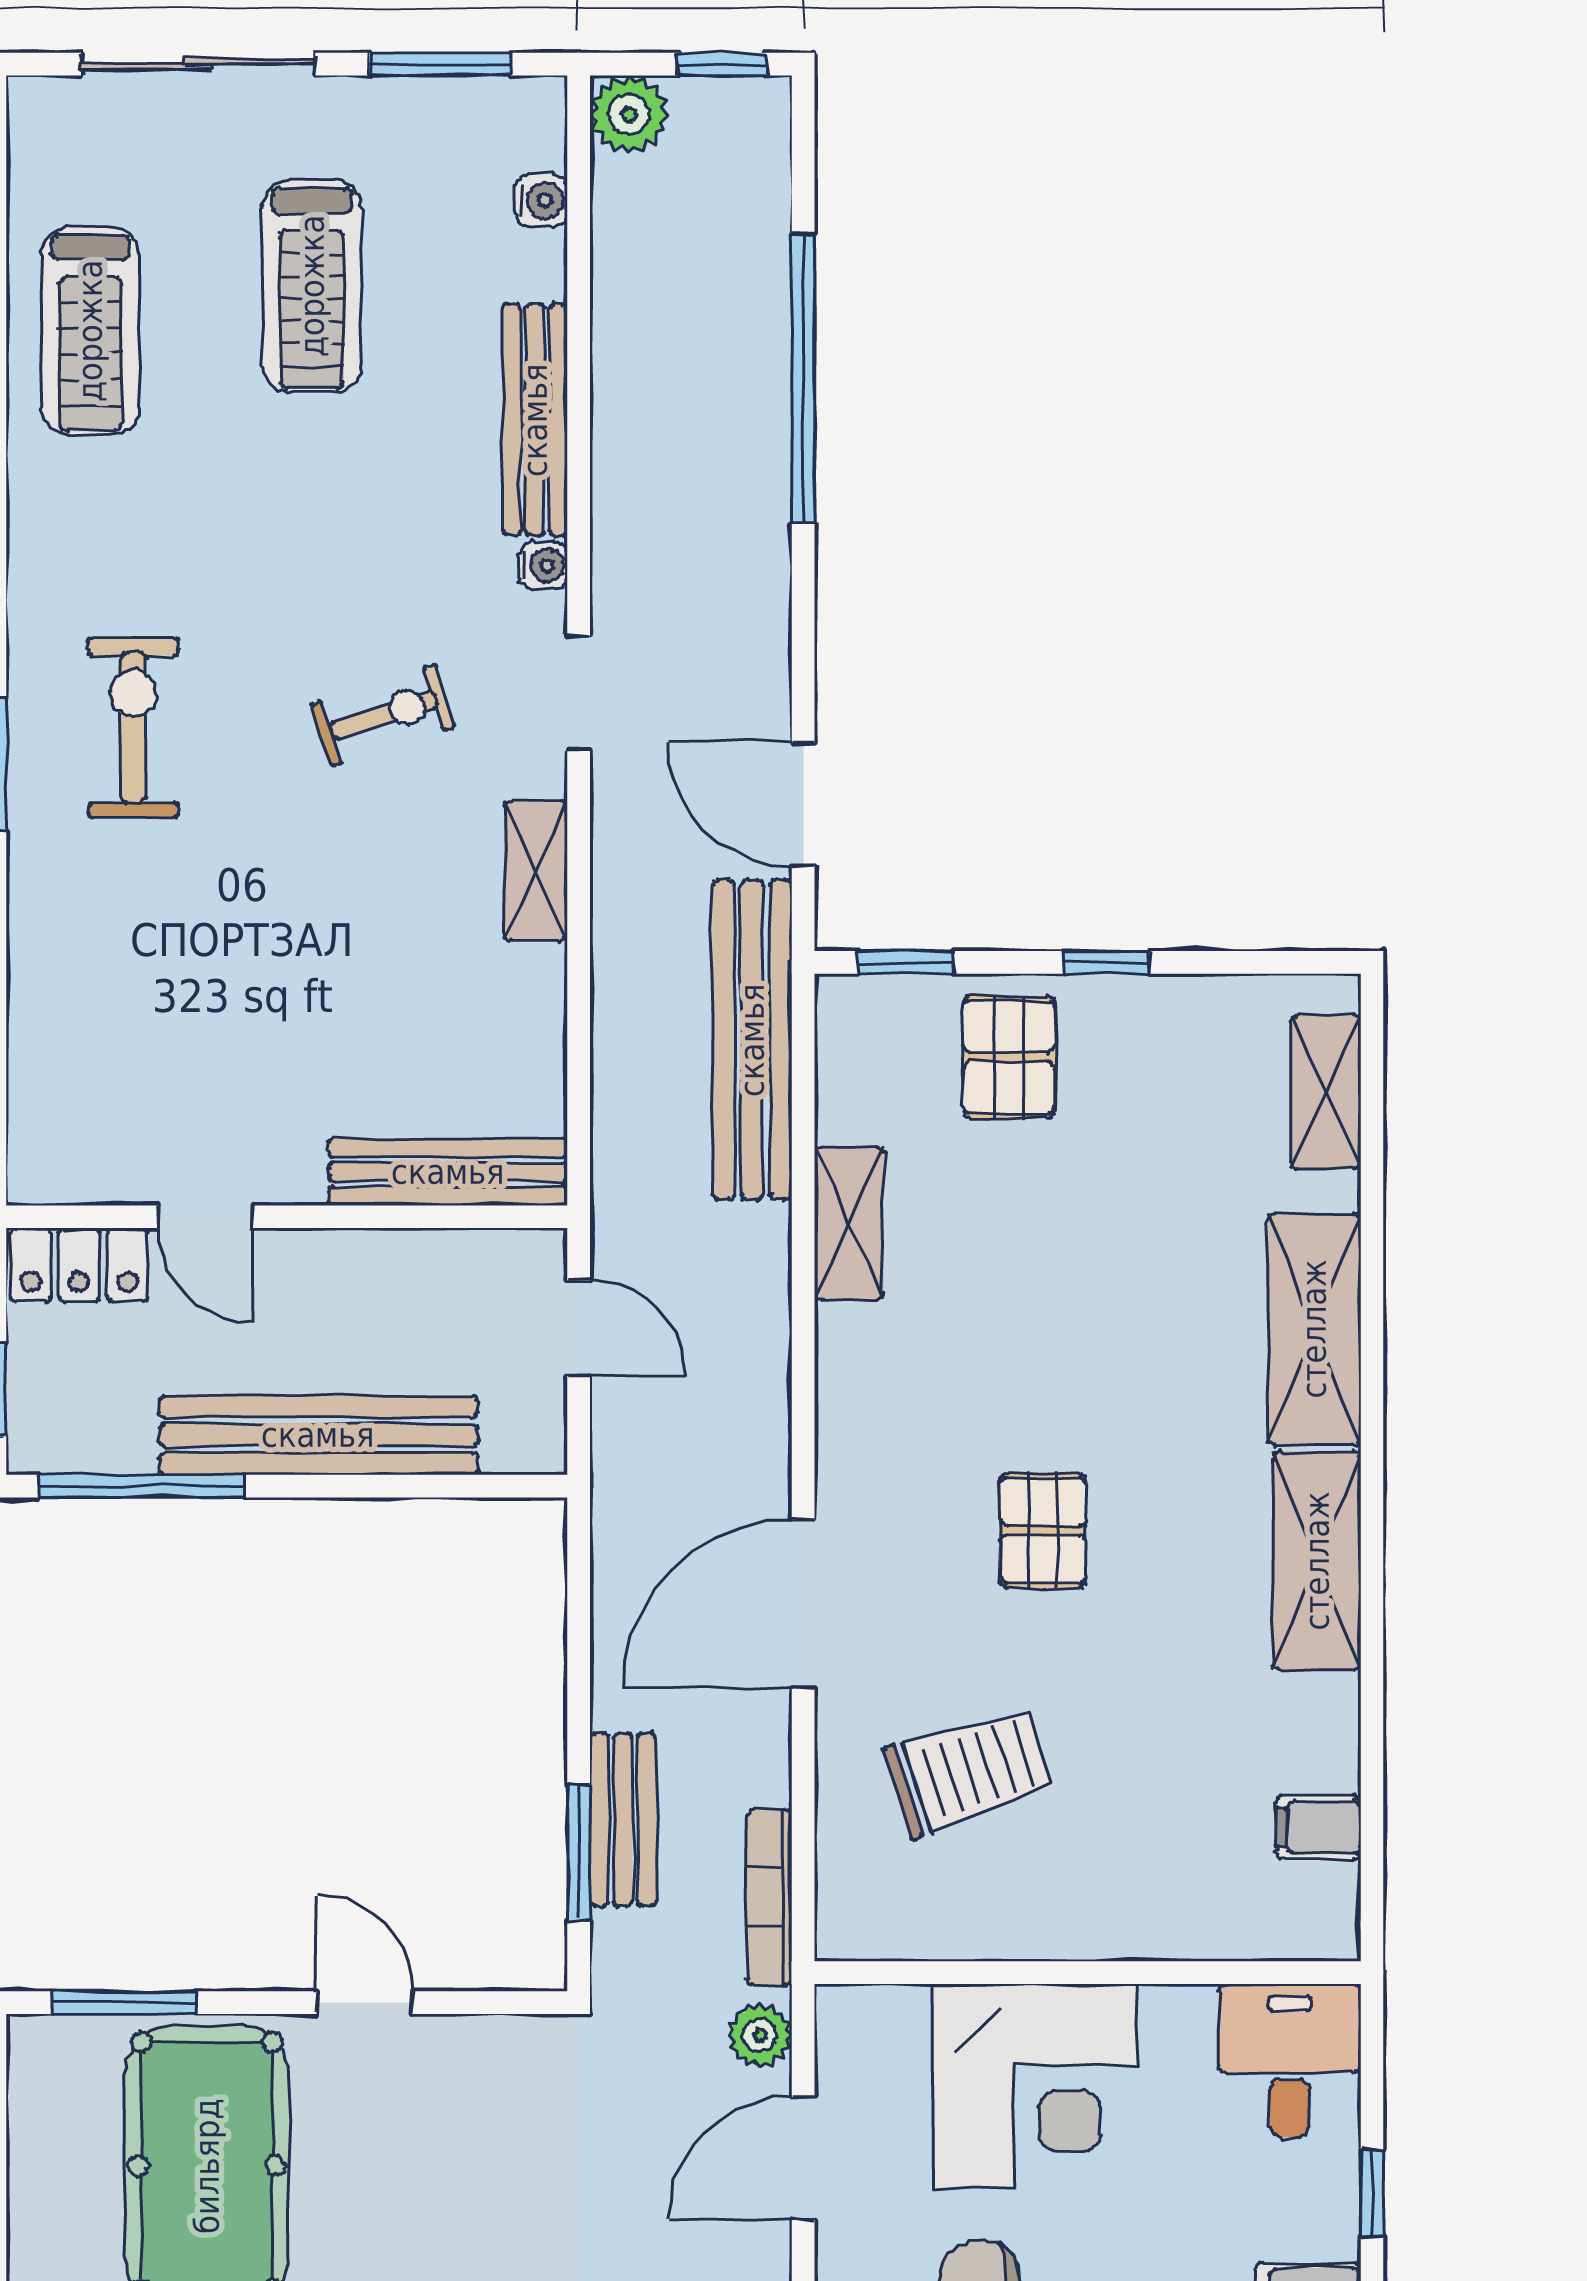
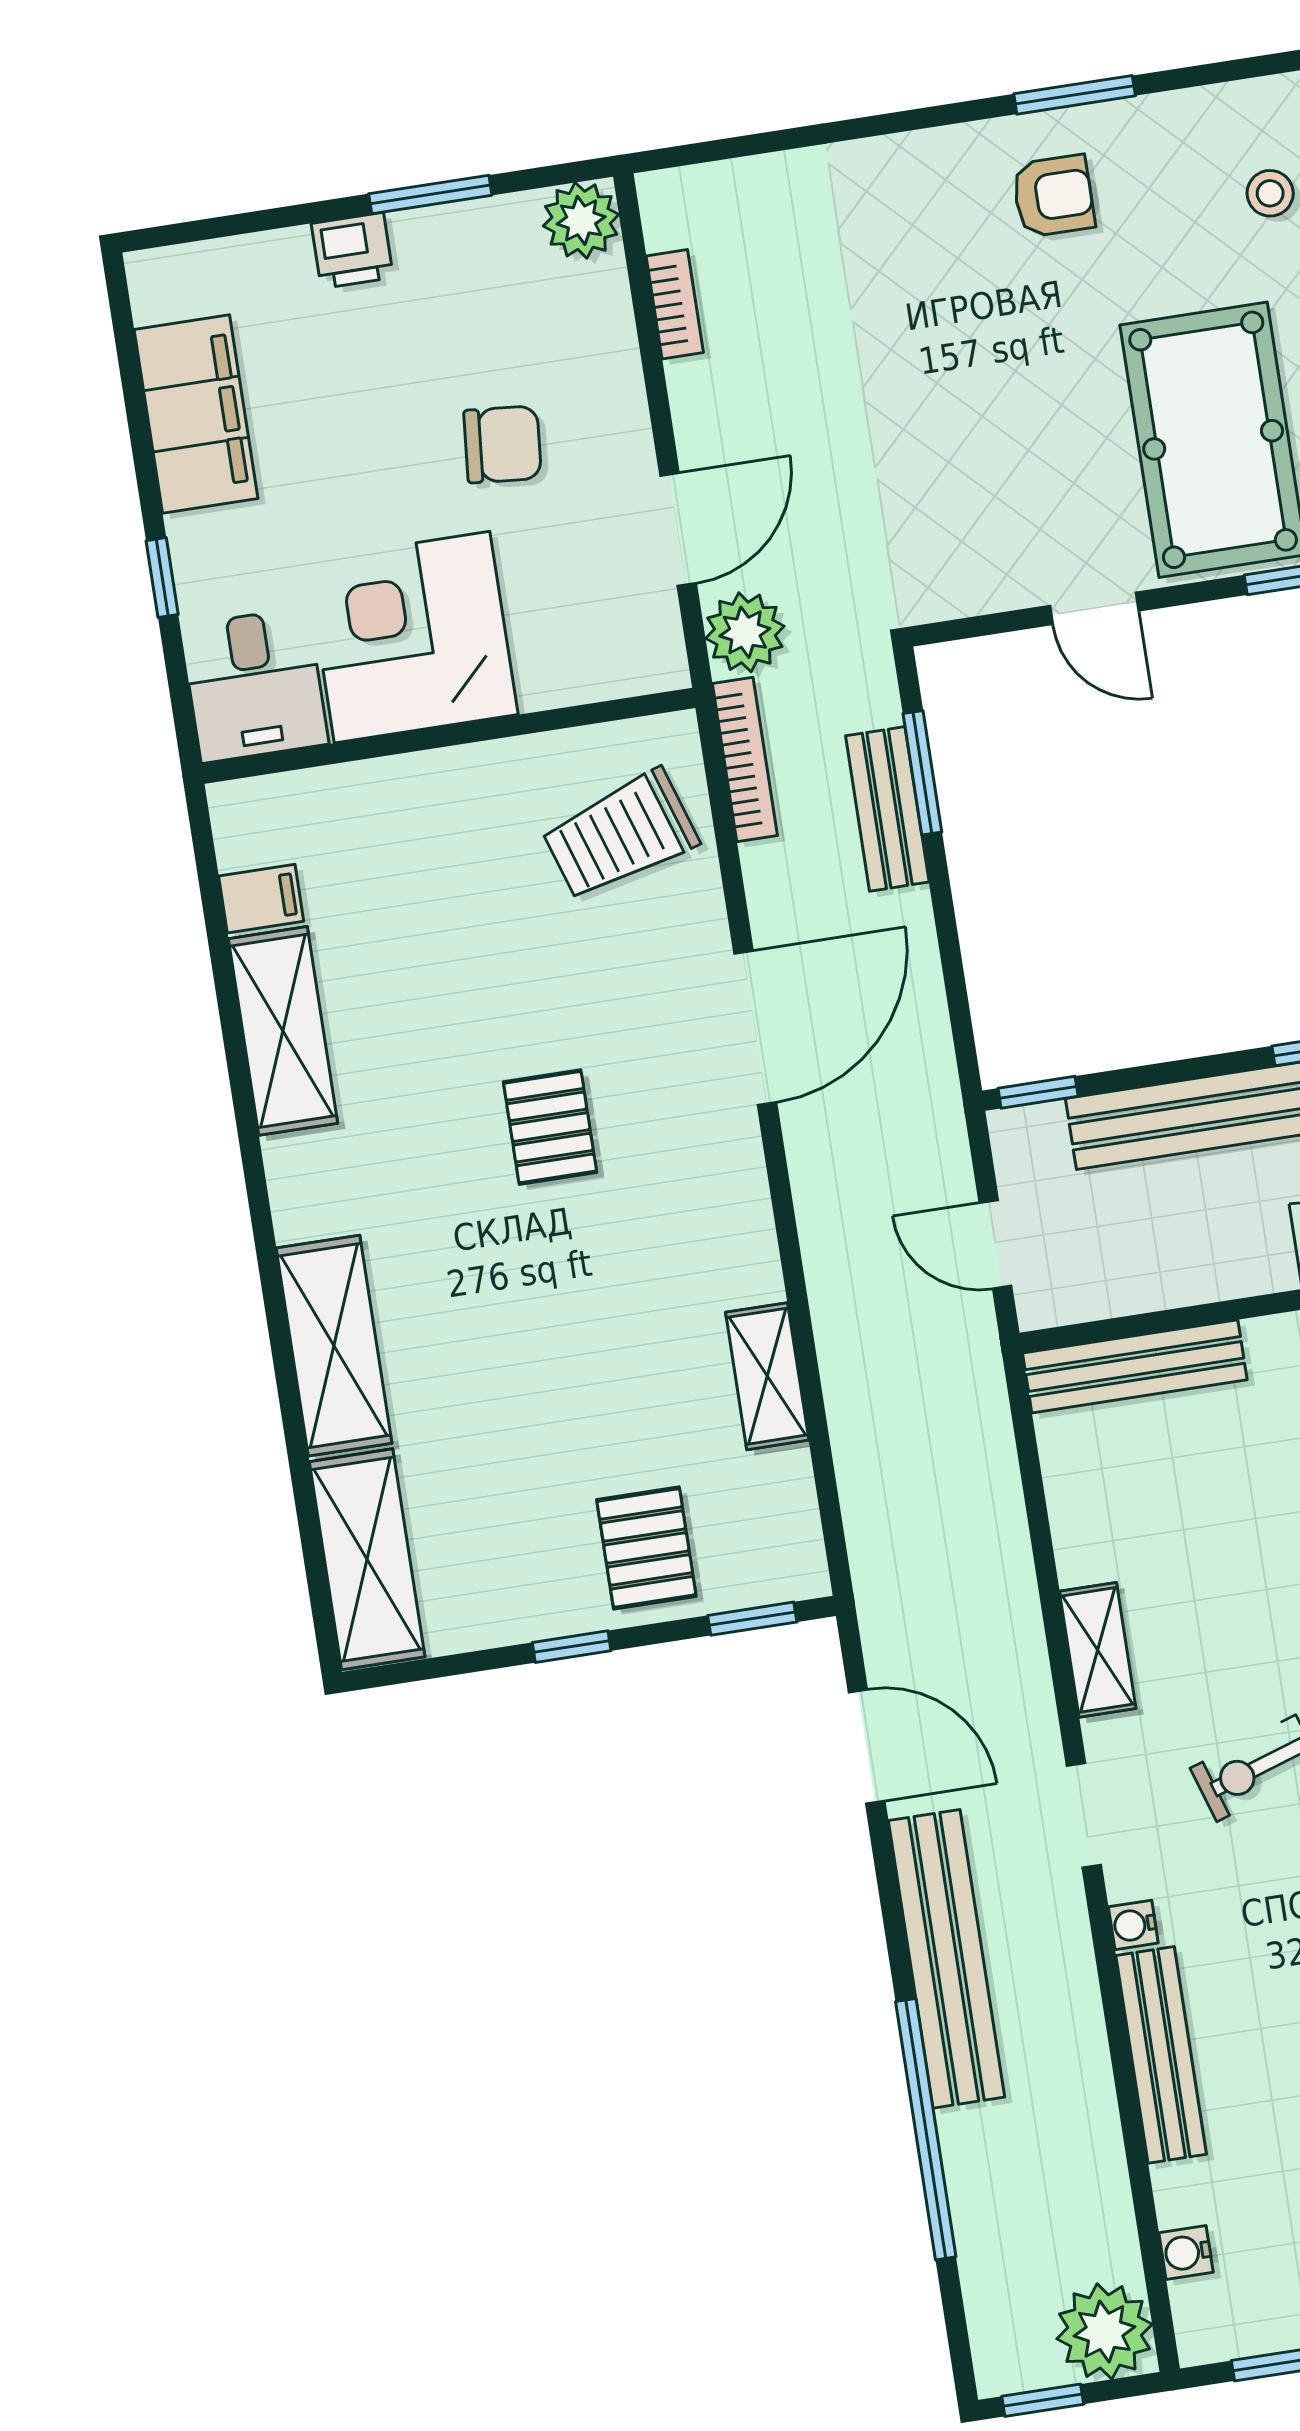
plant: (629, 114) -> (1104, 2331), width x1.36, depth x1.36
bench: (752, 1040) -> (946, 1959), moved
shelving: (1326, 1092) -> (367, 1559), width x1.50, depth x1.33
window: (507, 1486) -> (1038, 1092), added
shelving: (1317, 1561) -> (283, 1031), moved
trolley: (969, 1771) -> (620, 835), moved
plant: (760, 2035) -> (745, 632), width x1.38, depth x1.38
corner desk: (1035, 2086) -> (412, 637), moved

